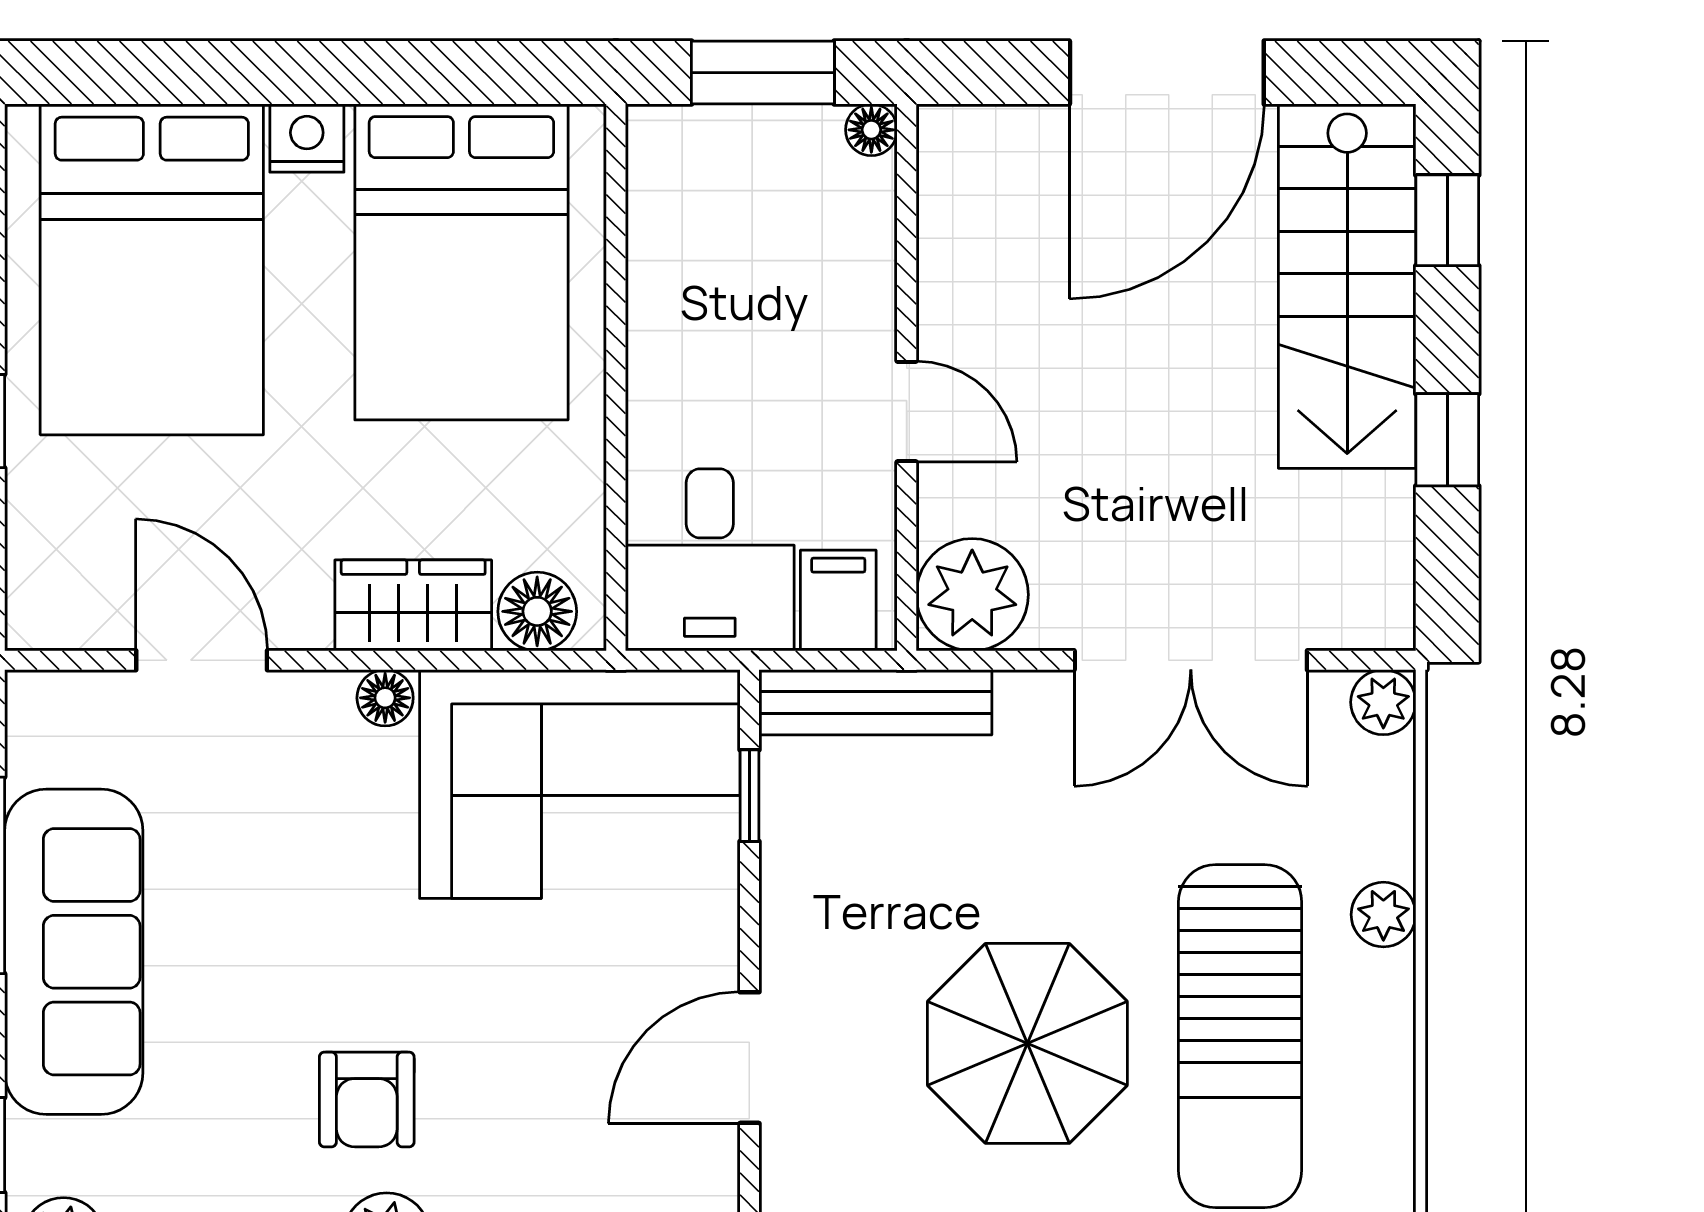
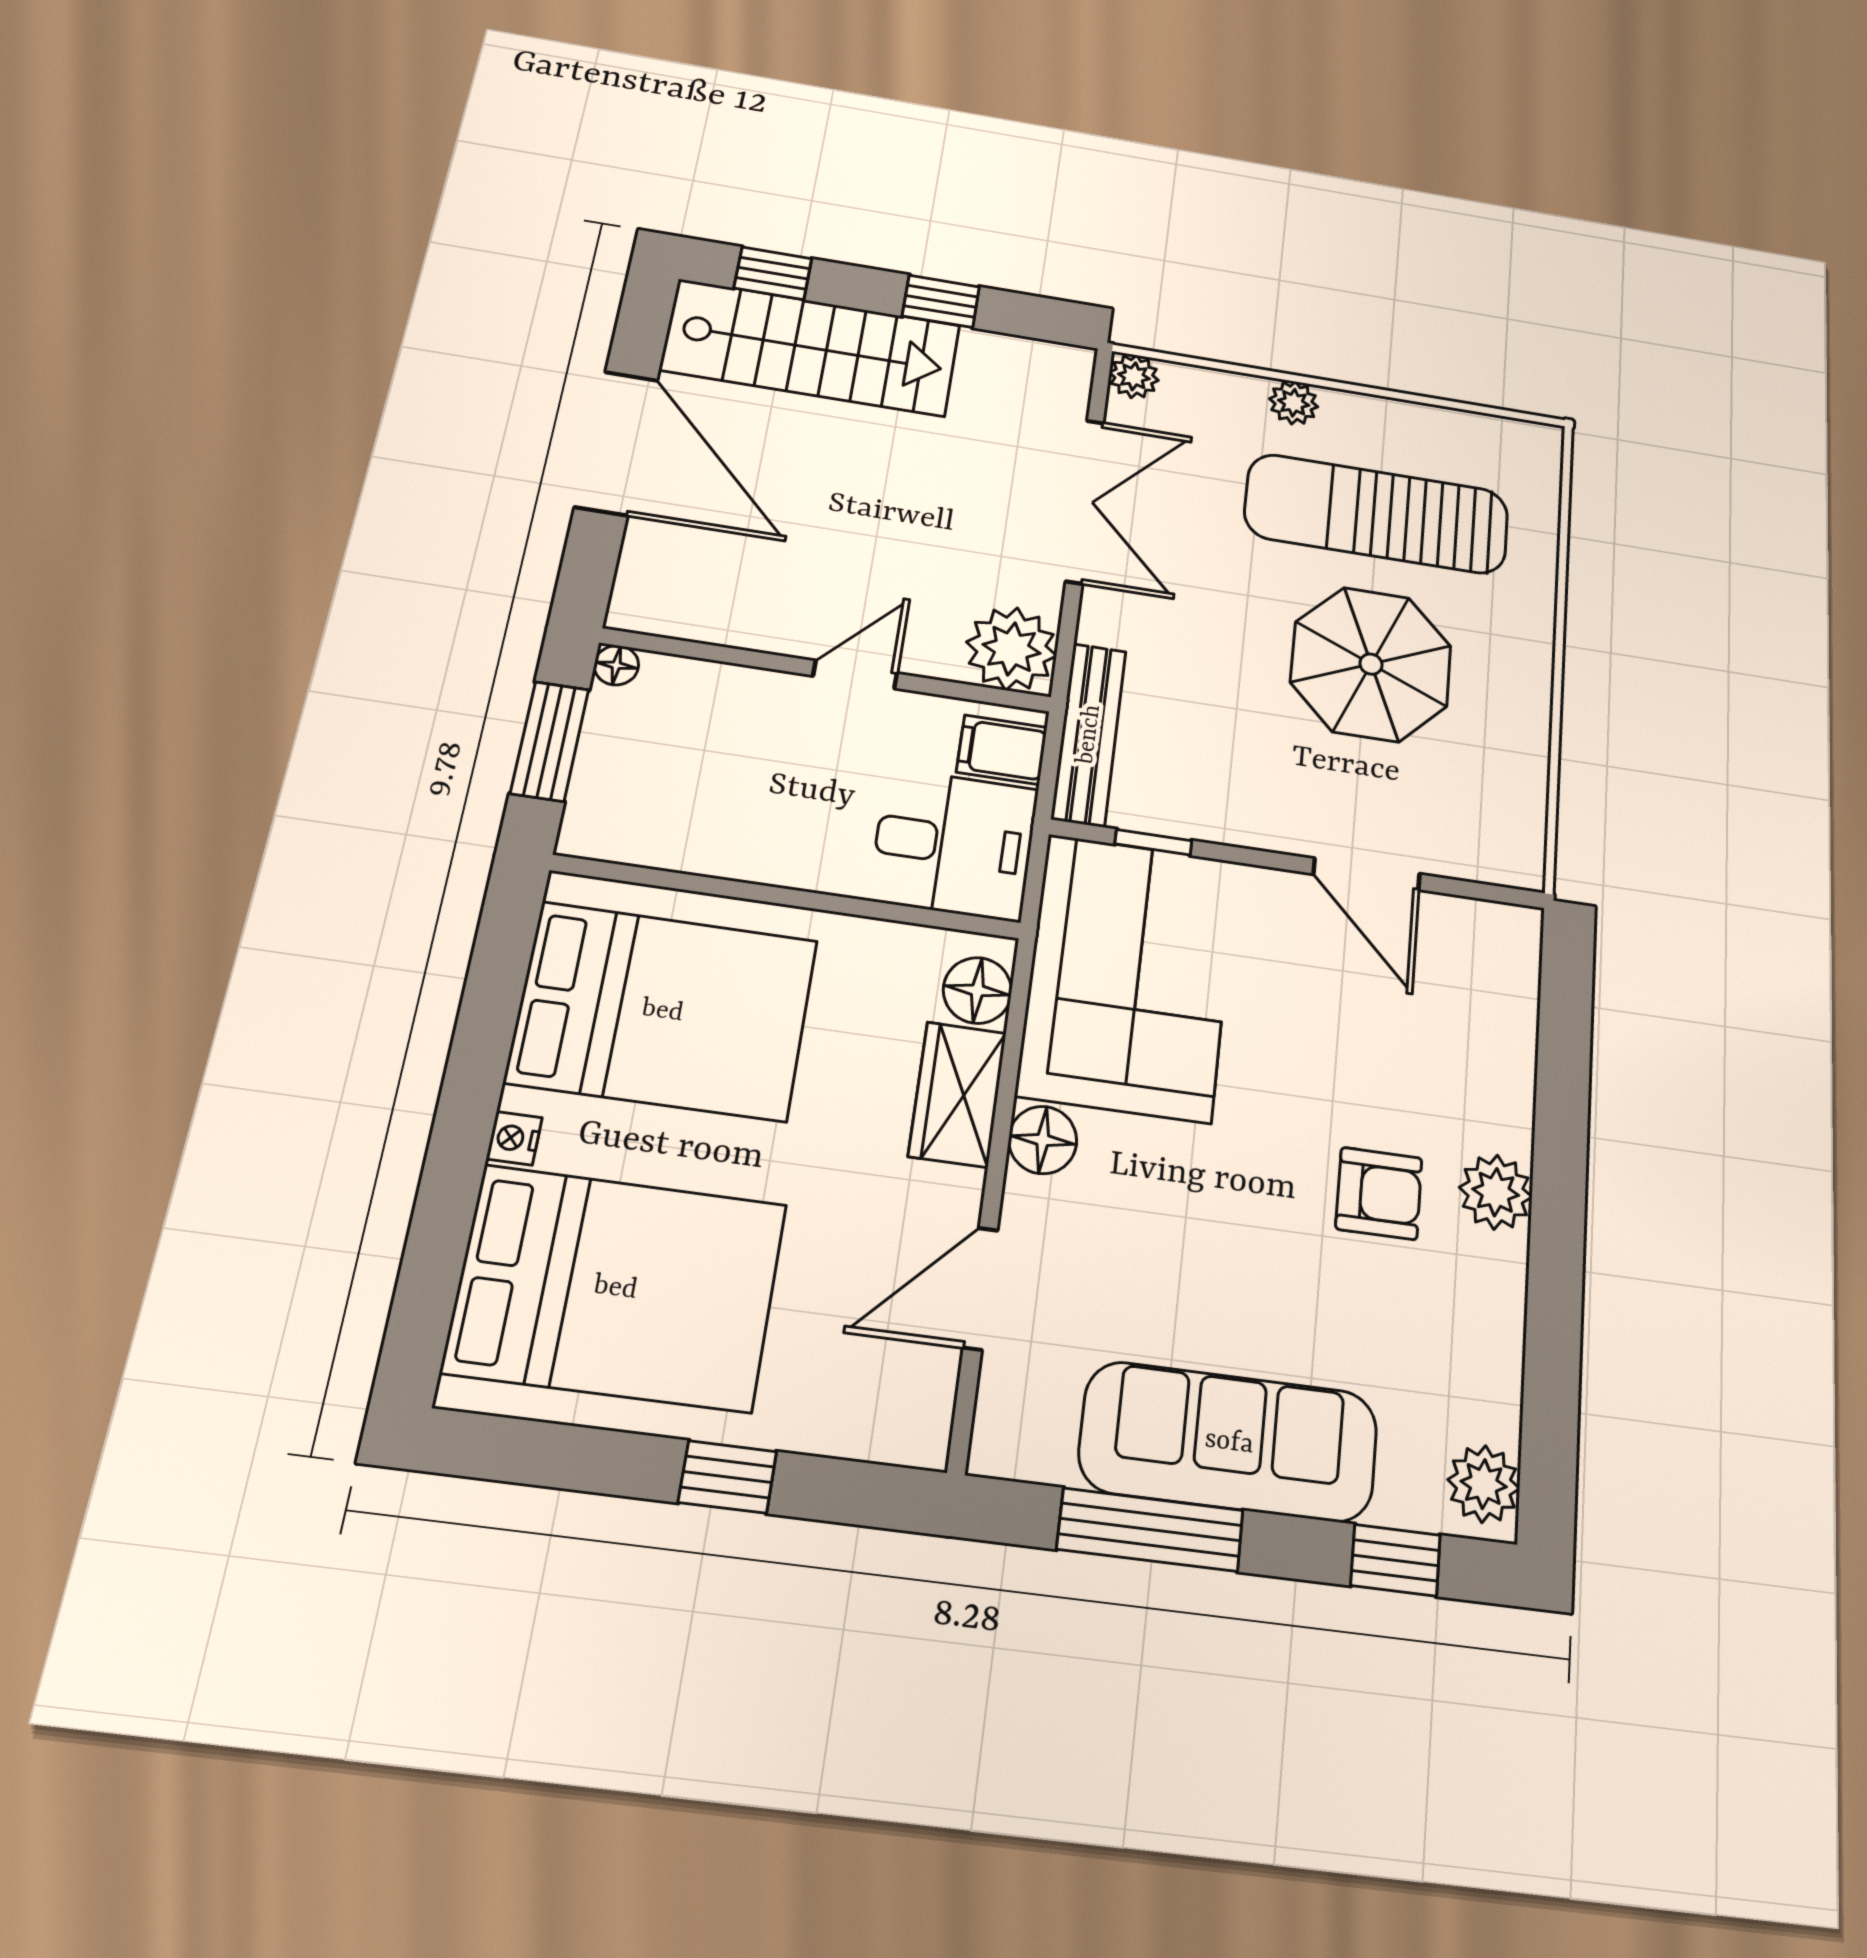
nightstand: (307, 138) -> (514, 1138), width x0.72, depth x0.74
floor lamp: (385, 698) -> (1043, 1140), width x1.37, depth x1.37
sun lounger: (1240, 1036) -> (1377, 514), turned 180

